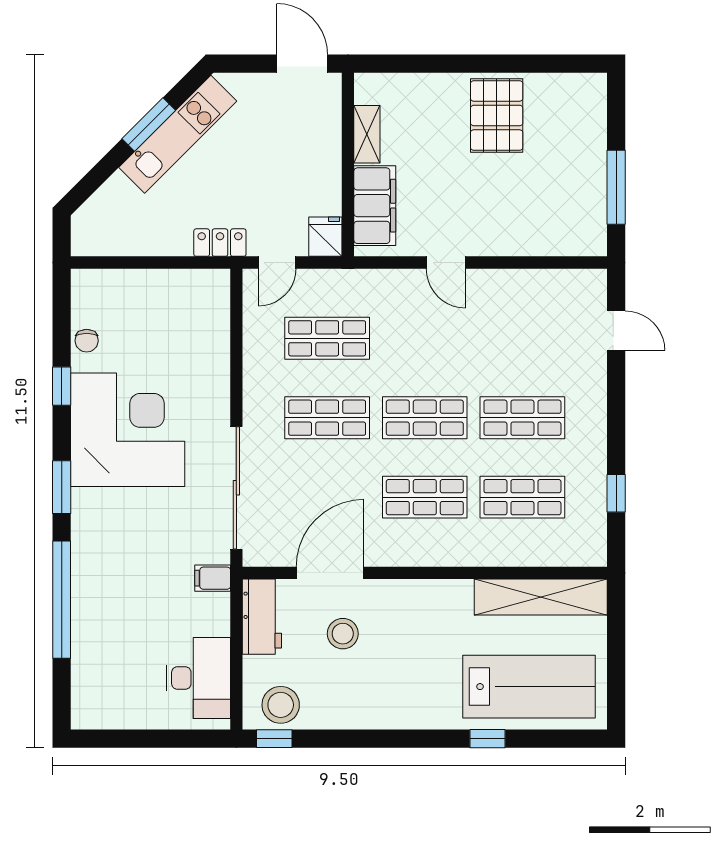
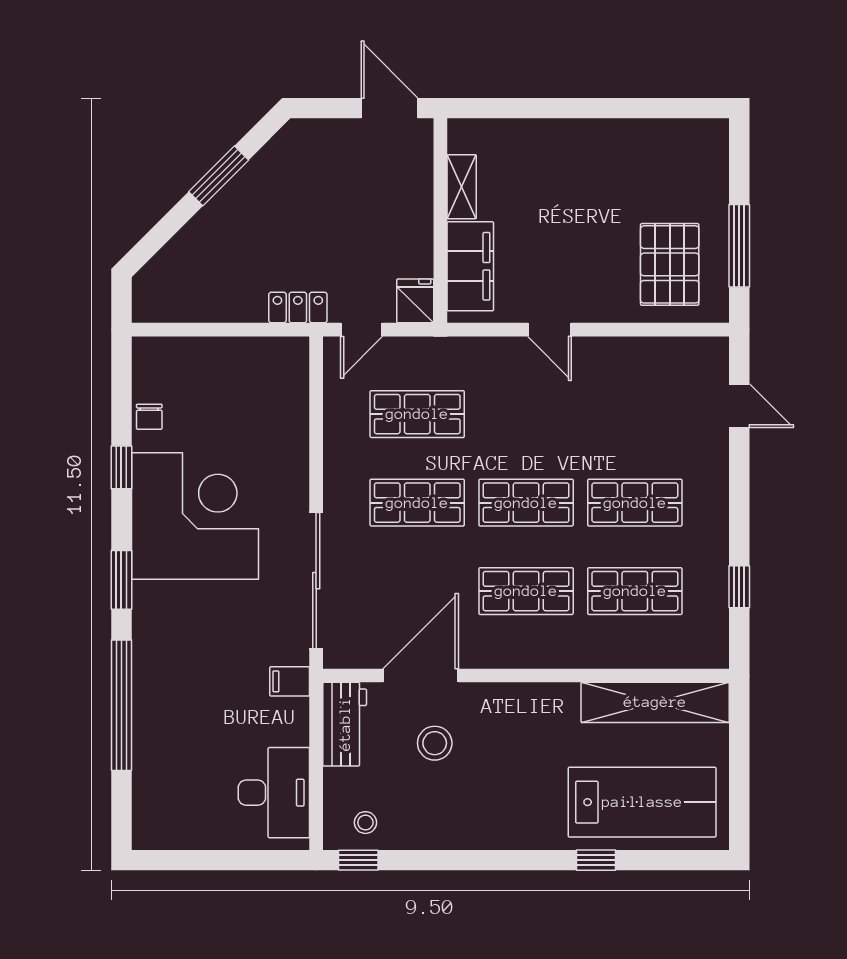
pallet: (497, 115) -> (670, 264), moved
kitchen unit: (178, 134) -> (251, 187), removed
stool: (281, 705) -> (365, 823), width x0.53, depth x0.53

